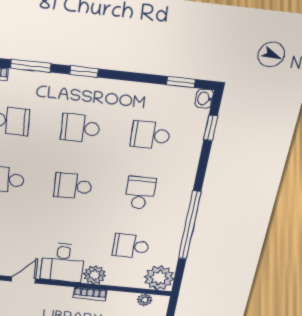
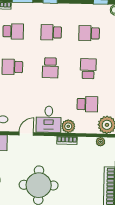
school desk: (73, 186) -> (50, 68), turned -90
school desk: (131, 246) -> (87, 104), turned 180

